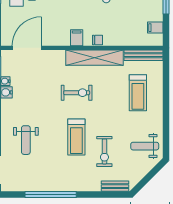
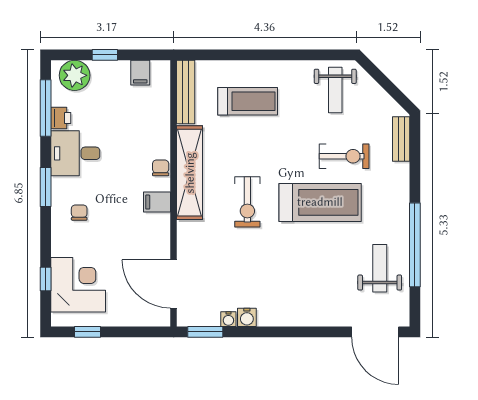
exercise bike: (77, 93) -> (247, 202), turned 180
treadmill: (76, 137) -> (320, 202), width x1.37, depth x1.38
weight bench: (26, 140) -> (380, 268), moved, turned -90

